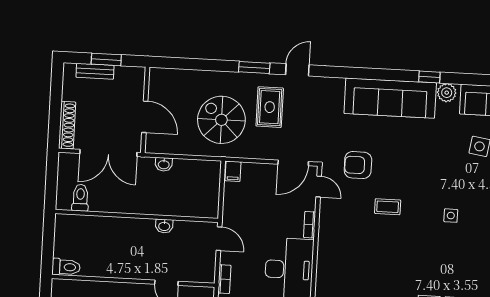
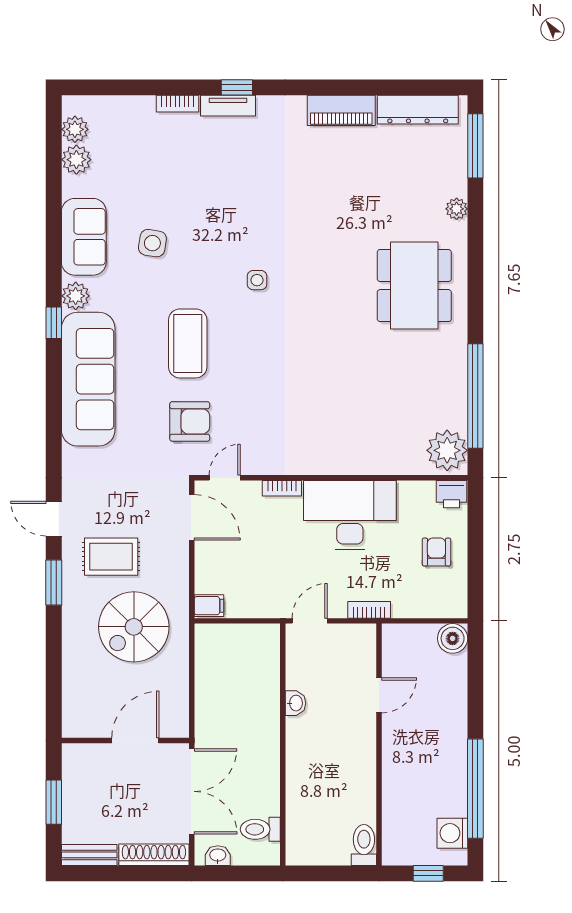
bench: (95, 71) -> (89, 855), moved, turned 90
washbasin: (164, 164) -> (218, 856), moved, turned -90
armchair: (358, 165) -> (190, 421), turned -90
coffee table: (388, 207) -> (188, 343), moved, width x1.86, depth x1.72

